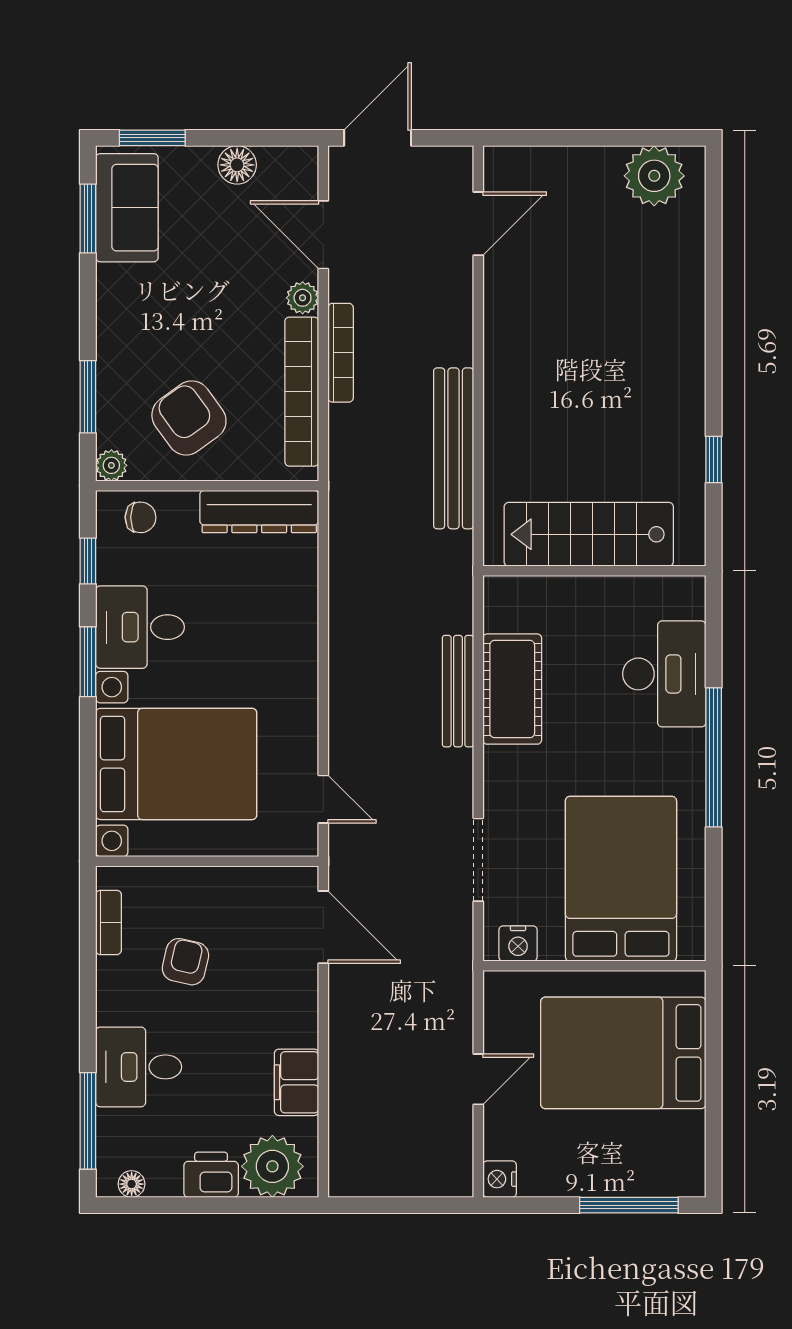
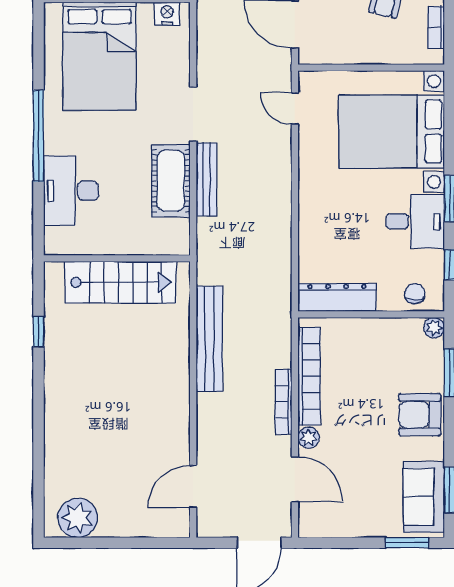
floor lamp: (237, 165) -> (352, 525), removed
armchair: (189, 418) -> (420, 415), moved, turned 126
chair: (141, 517) -> (415, 293), turned 89
doorway: (478, 860) -> (193, 114), moved

